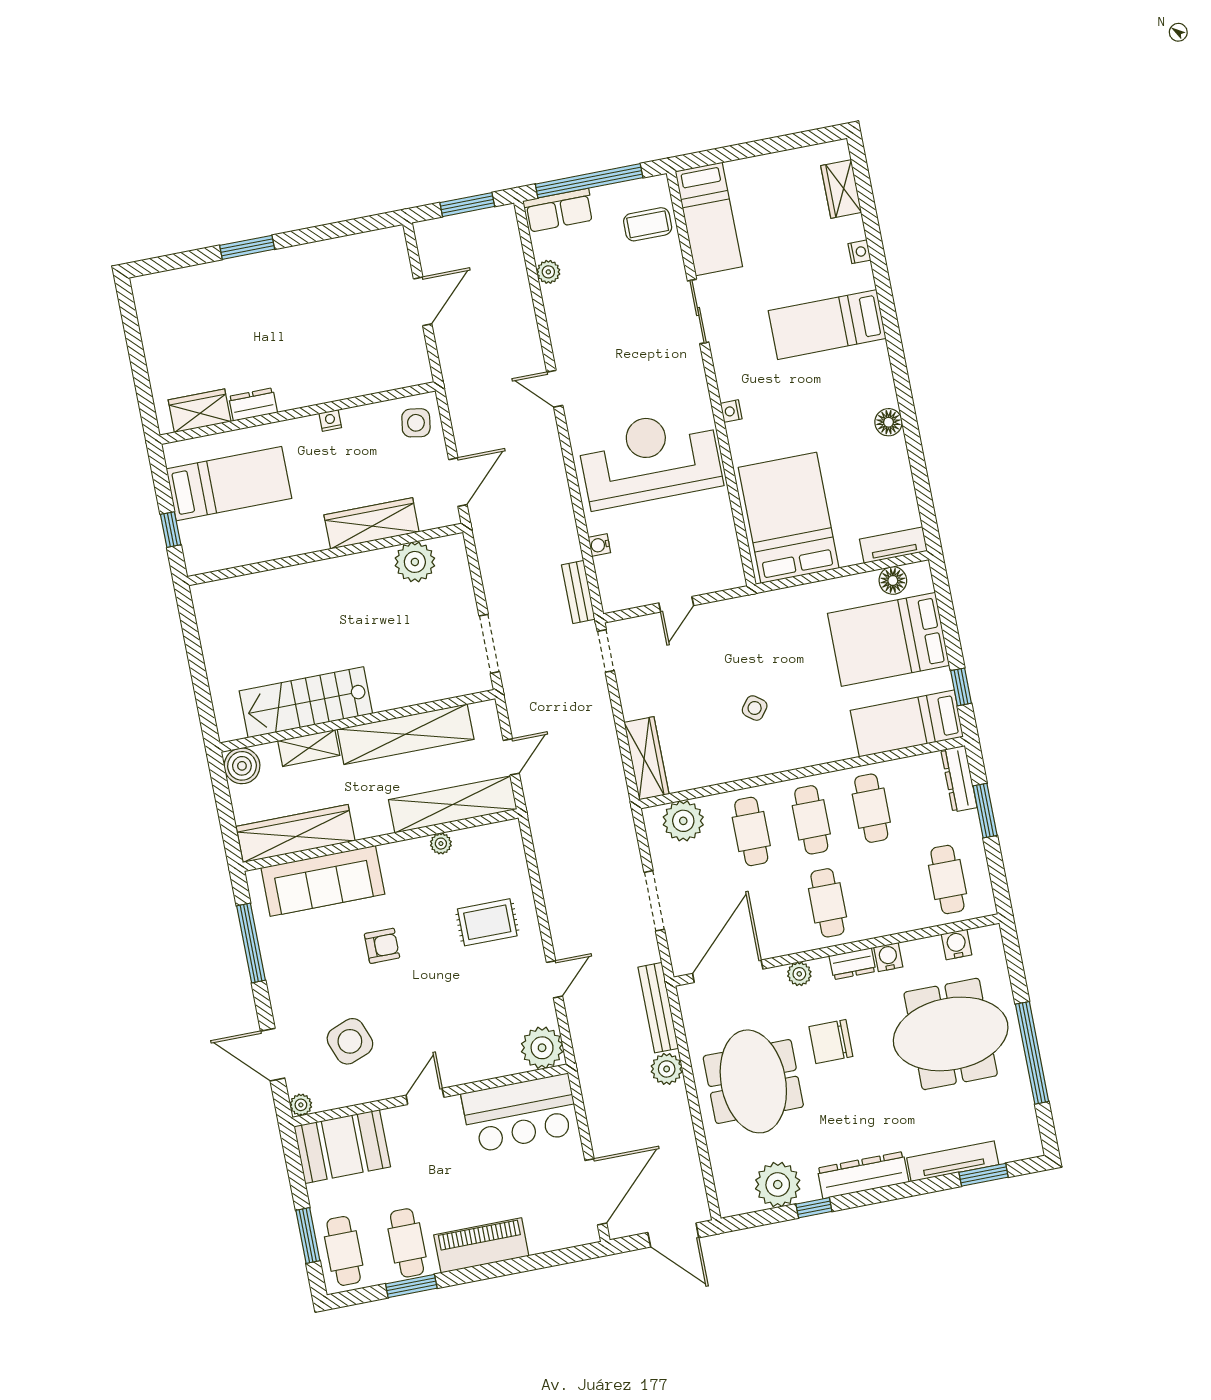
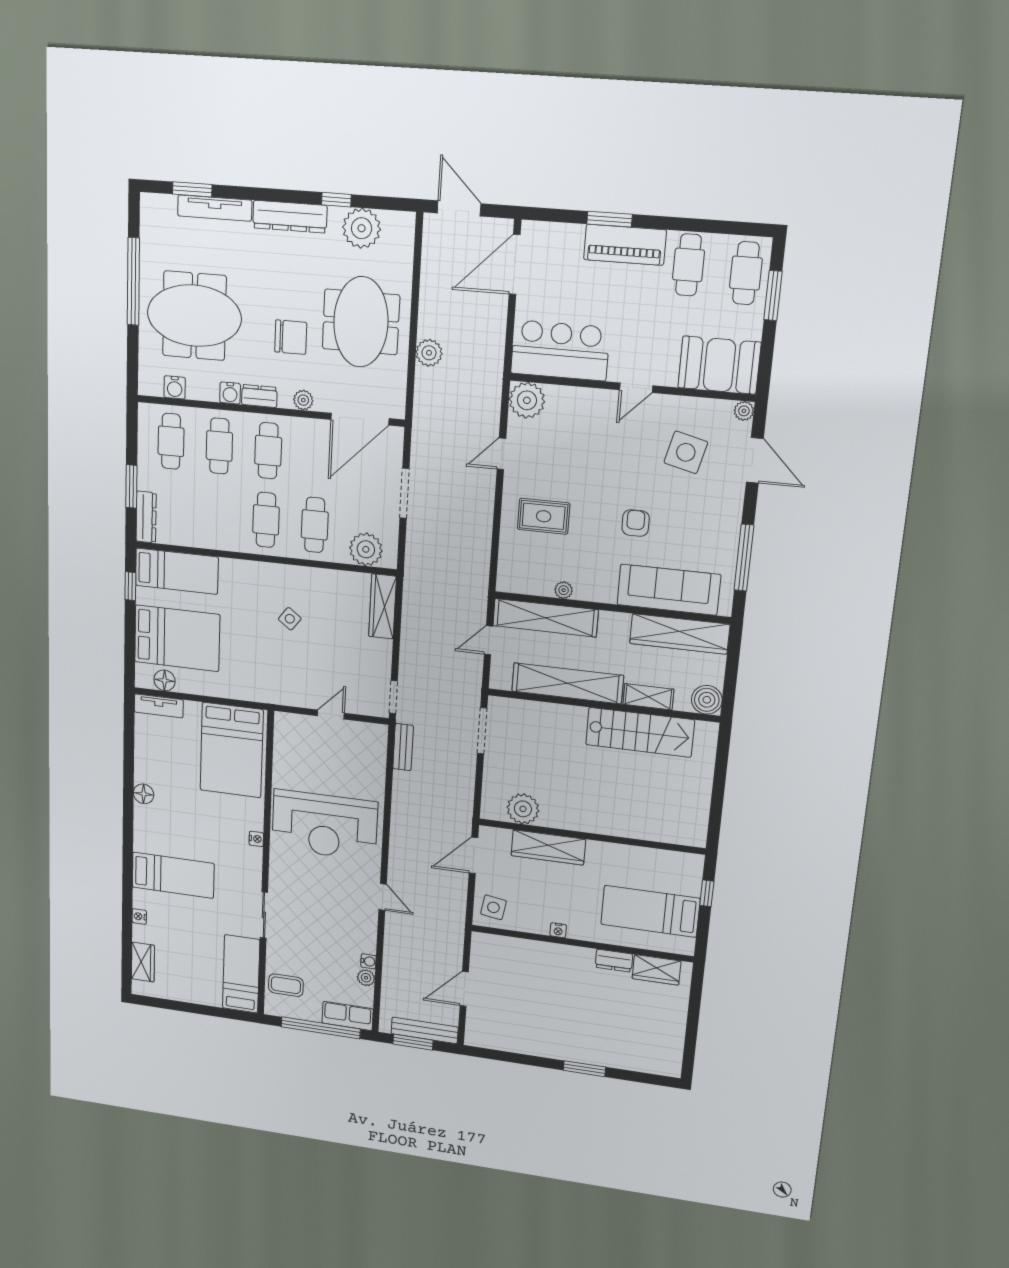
water cooler: (599, 545) -> (368, 961), moved
cafe table: (871, 808) -> (219, 446), moved
armchair: (382, 946) -> (636, 523), turned 90
bench: (658, 1008) -> (425, 1030), moved, turned 90
side table: (350, 1041) -> (686, 452), turned 35
window: (411, 1286) -> (609, 219), moved

